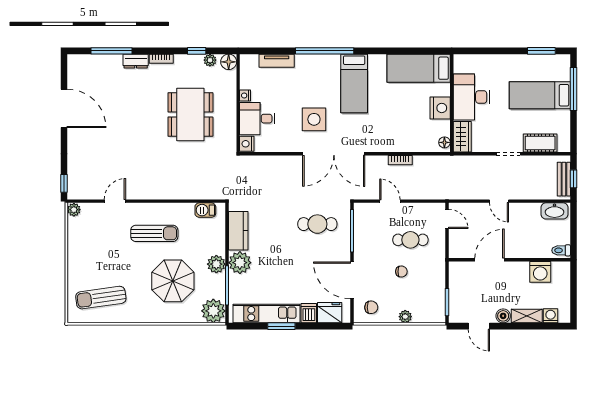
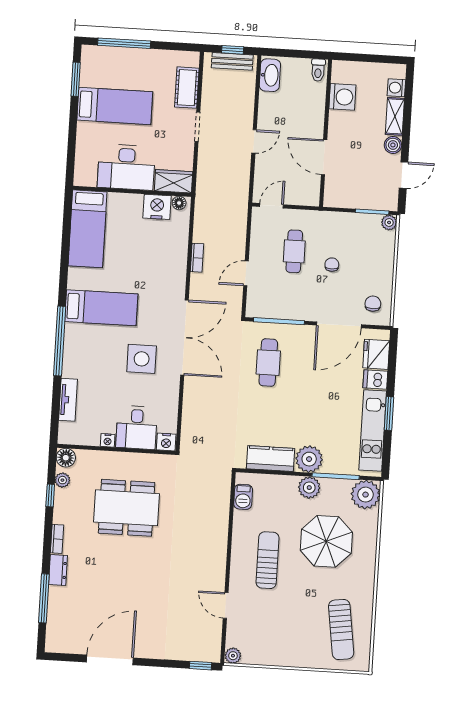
bed: (540, 95) -> (115, 106), moved, turned -90
nightstand: (440, 108) -> (157, 207), moved
plant: (405, 317) -> (389, 223), moved

